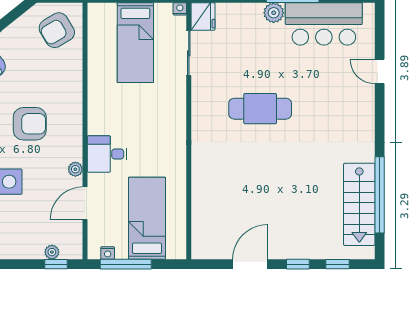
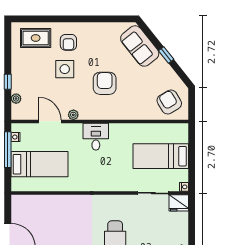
armchair: (30, 124) -> (105, 83), turned 180
desk: (107, 154) -> (96, 137), moved
window: (56, 264) -> (8, 82), moved

